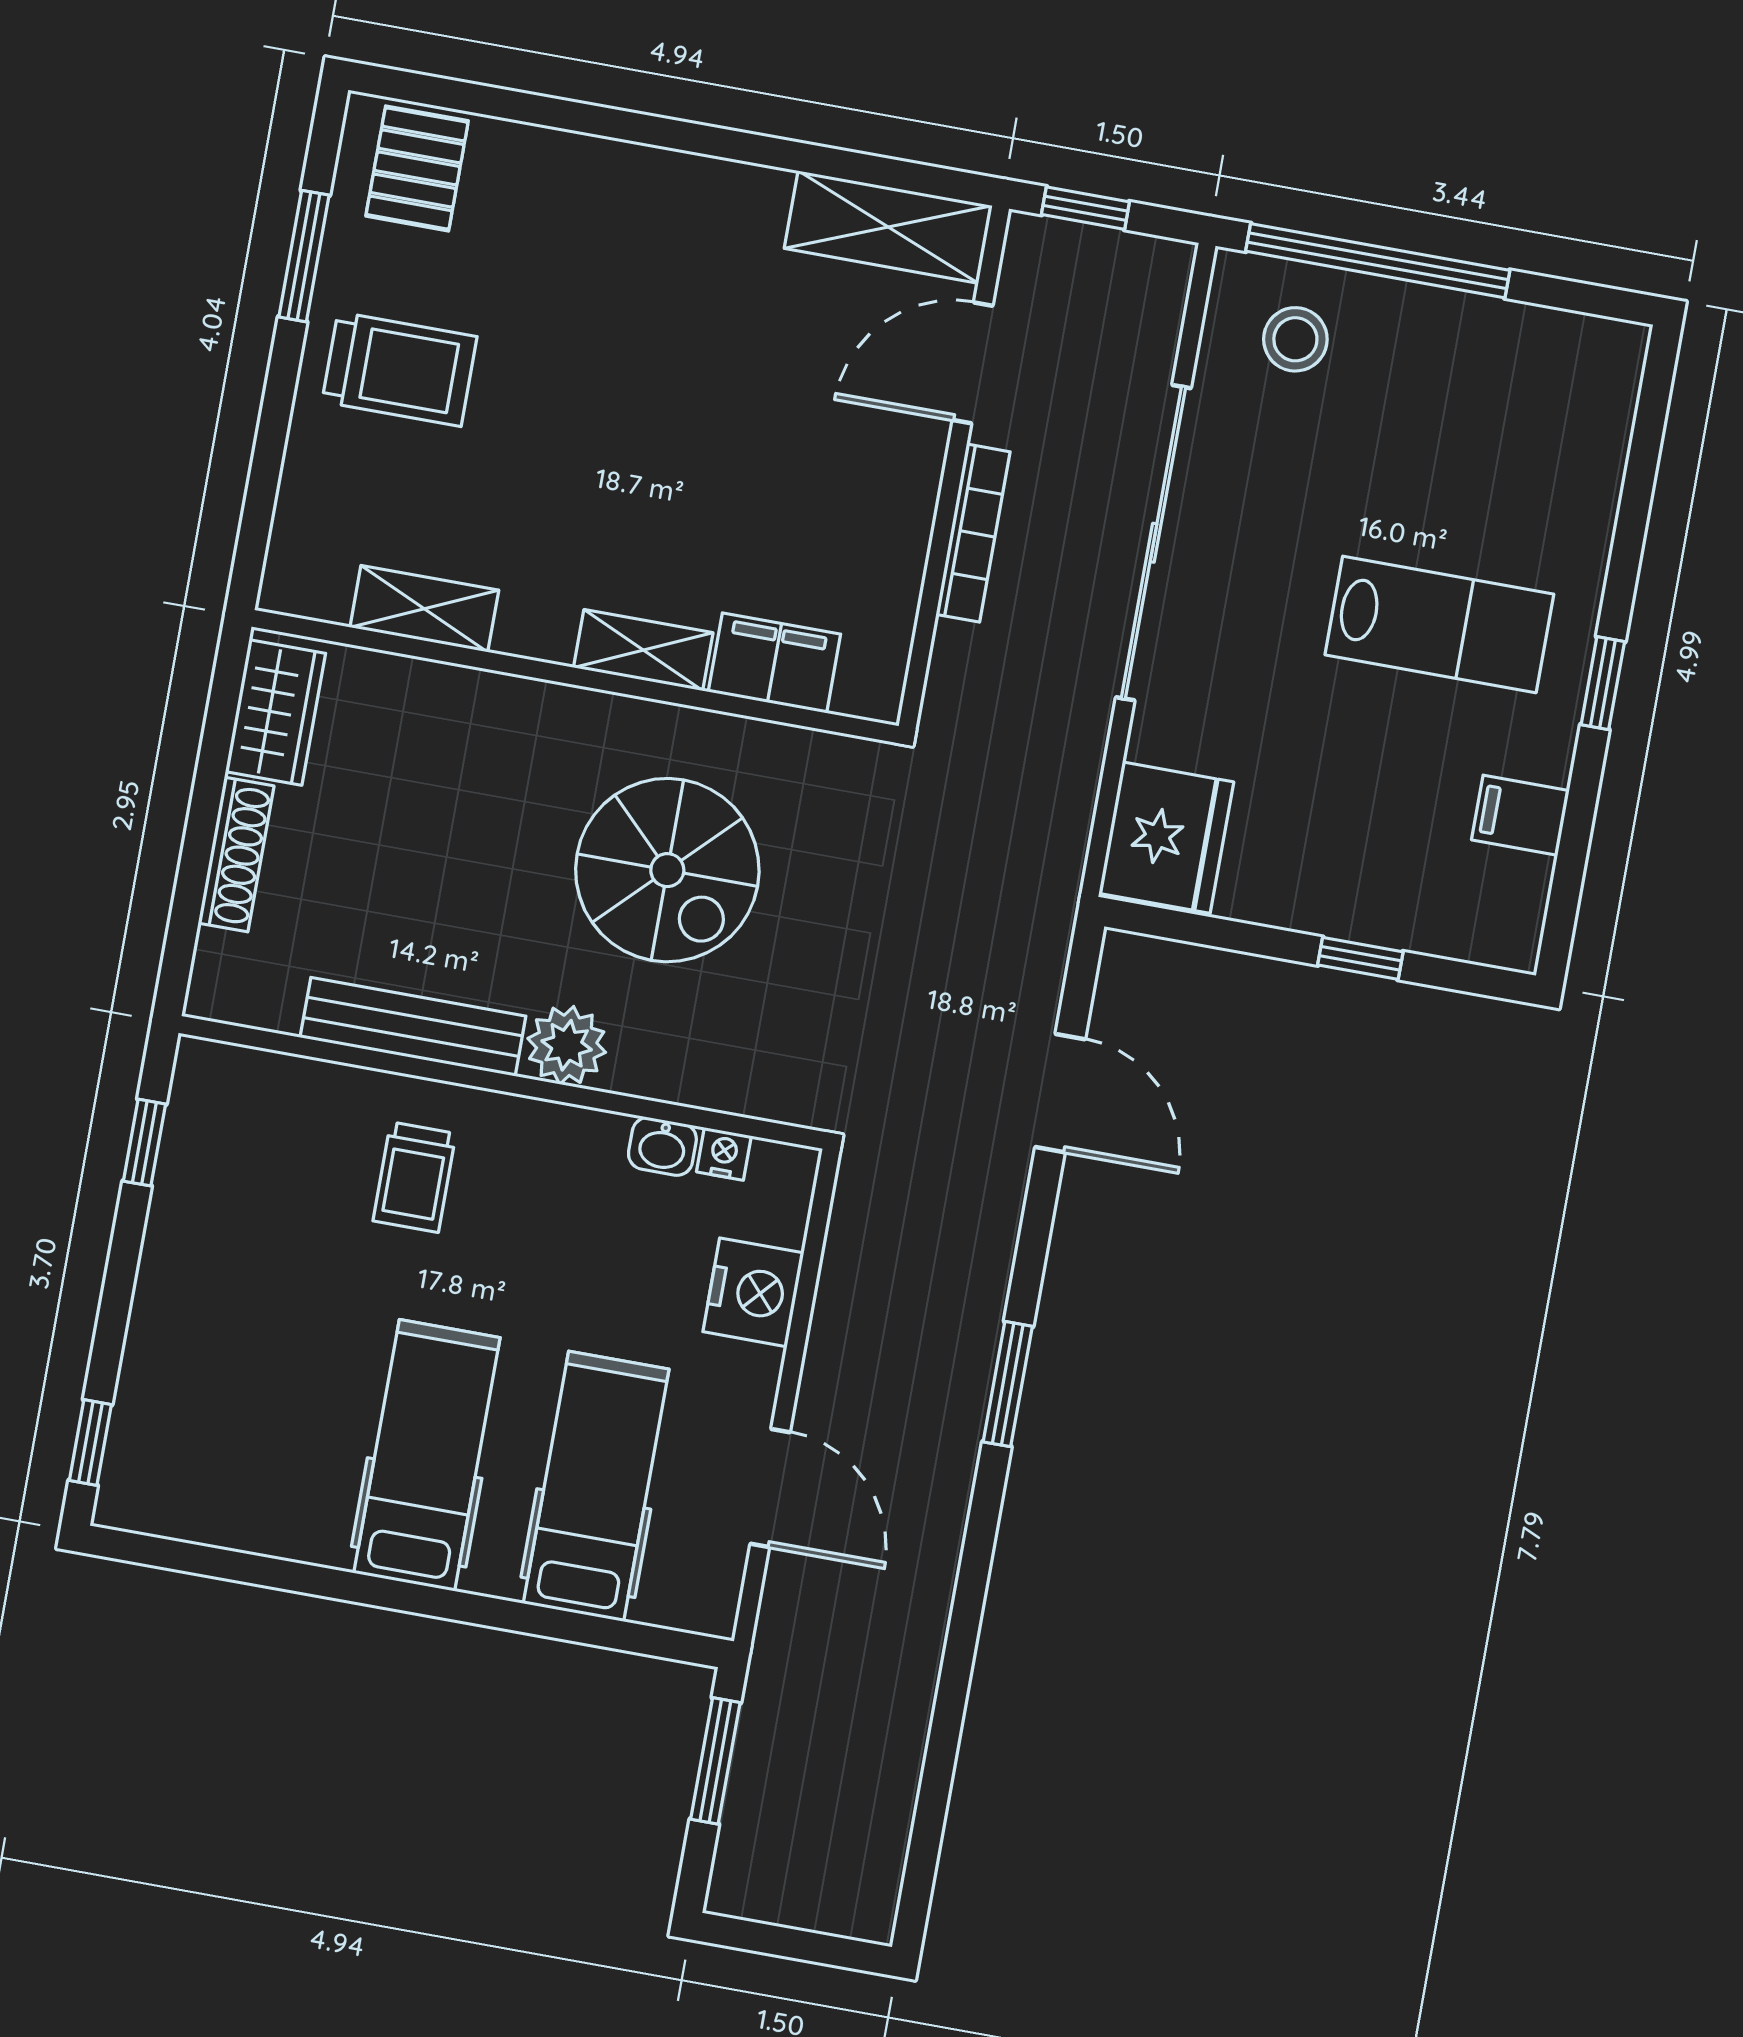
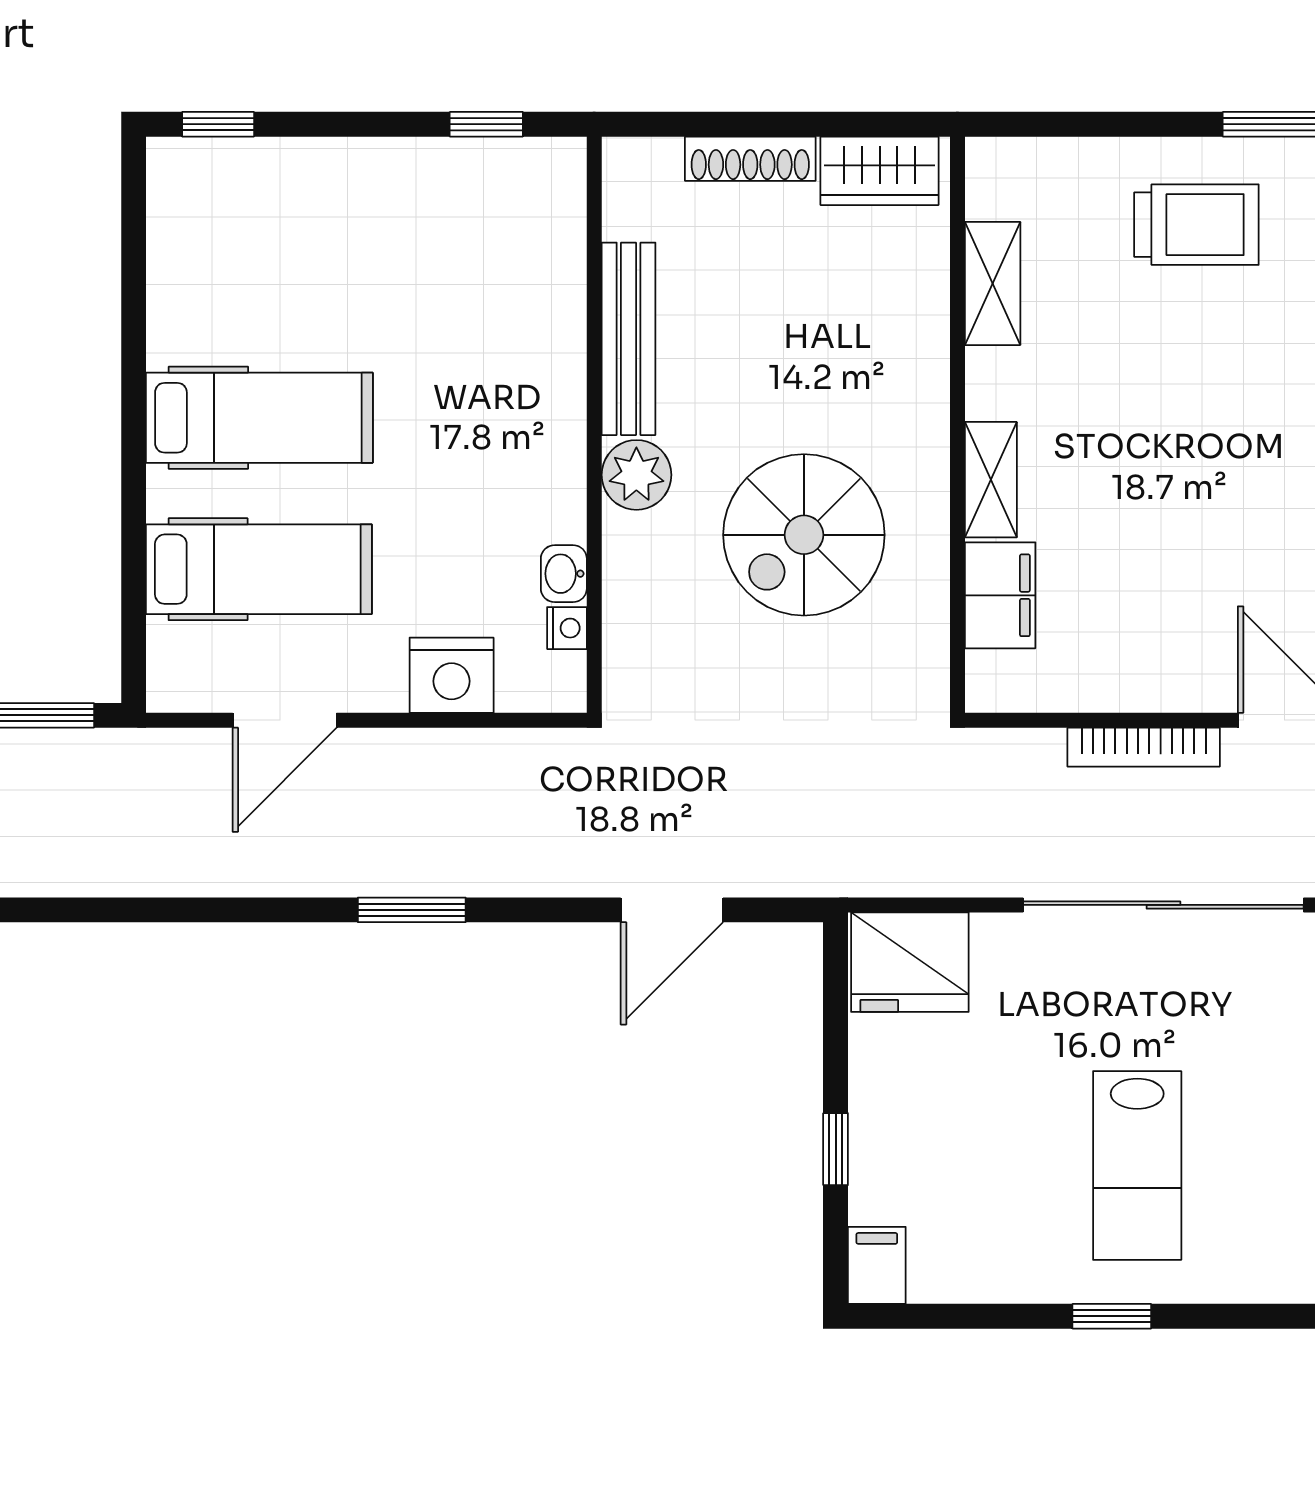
trolley: (399, 369) -> (1196, 225), turned -90
filing cabinet: (1520, 815) -> (877, 1265), moved
trolley: (414, 1177) -> (498, 364), removed

